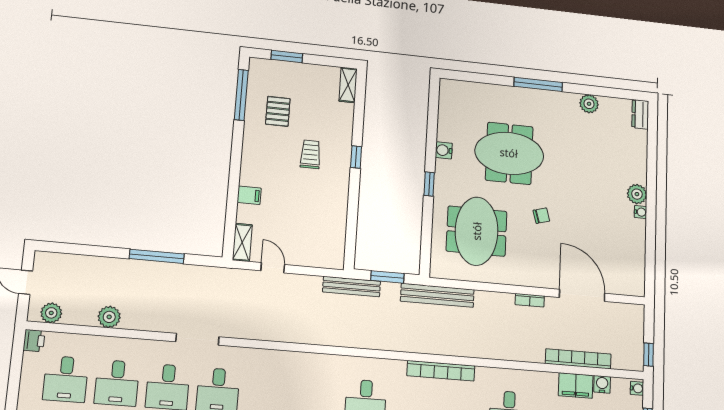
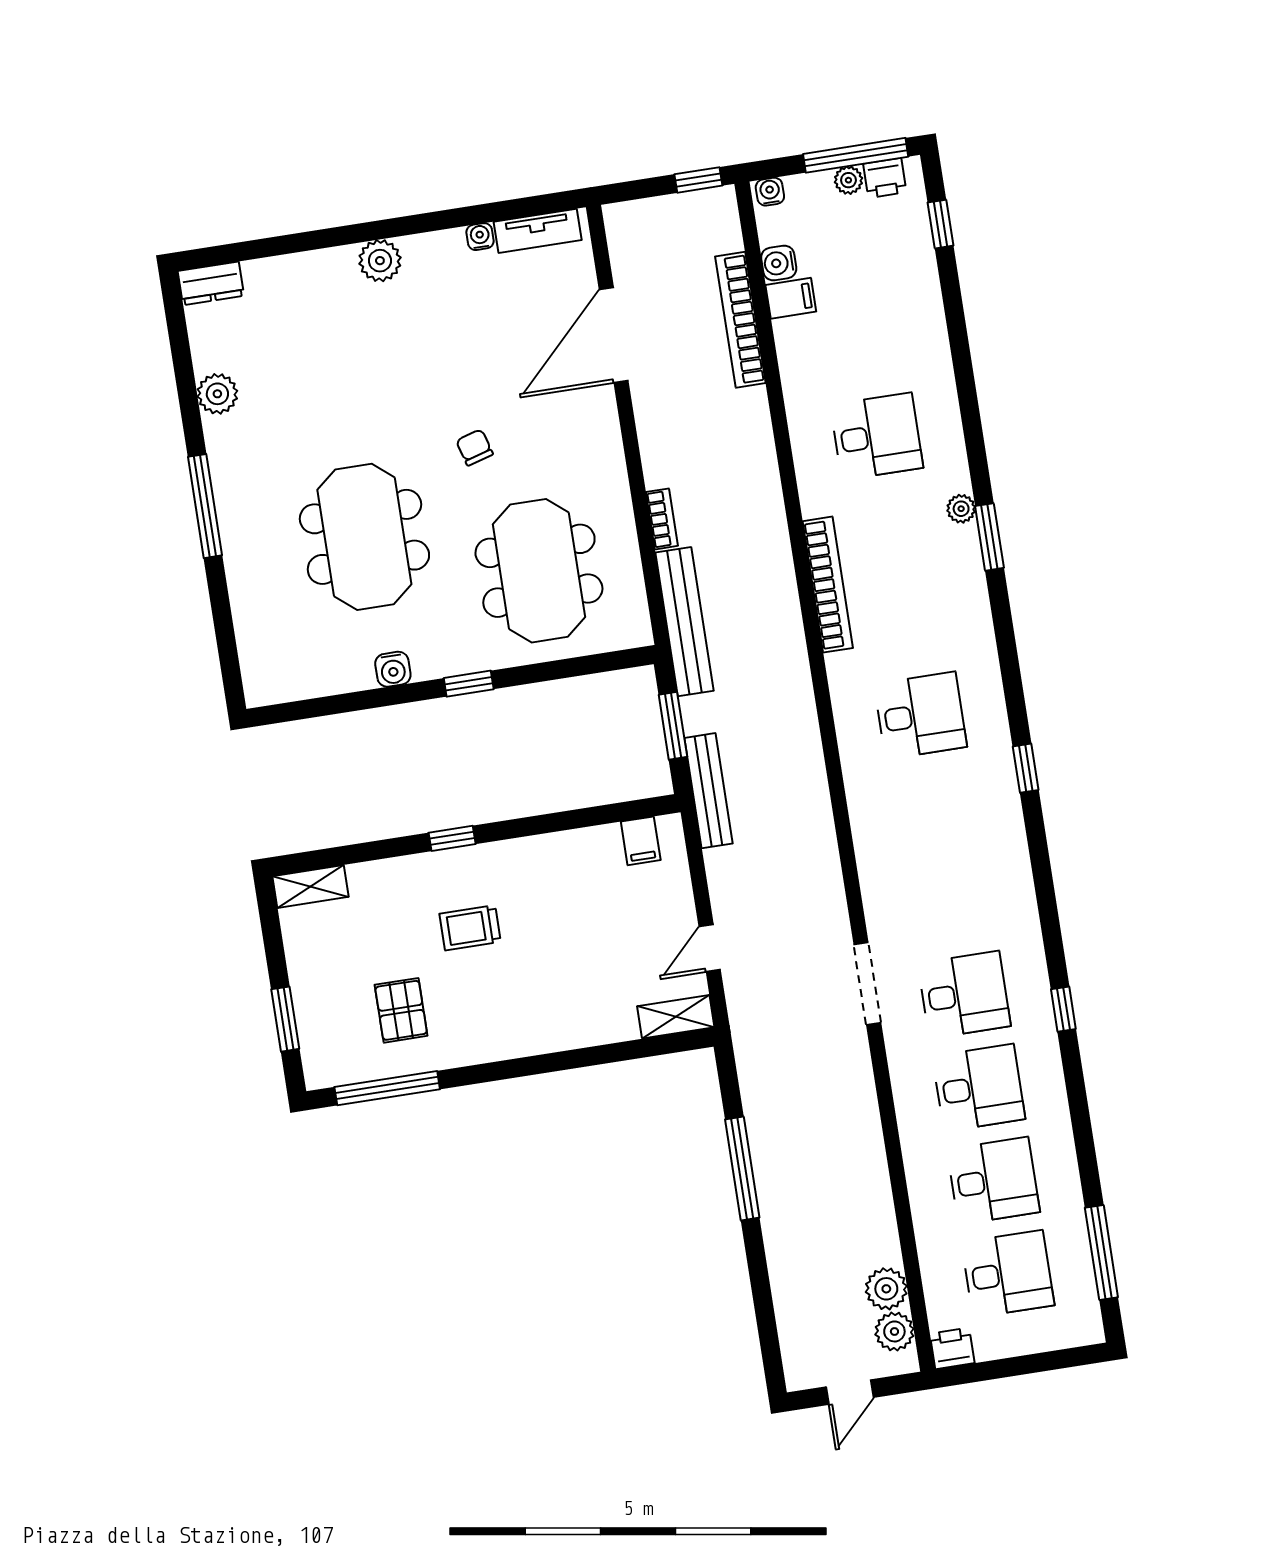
pallet: (278, 111) -> (401, 1010), turned 90
filing cabinet: (249, 195) -> (641, 841), moved, turned 180
water cooler: (640, 212) -> (480, 237), moved
meeting table: (477, 231) -> (539, 571), turned 90
tv unit: (638, 271) -> (538, 231), added
bookcase: (530, 300) -> (662, 519), moved
plant: (109, 317) -> (886, 1289), moved
doorway: (197, 339) -> (867, 983), moved
filing cabinet: (576, 386) -> (791, 298), width x0.50

